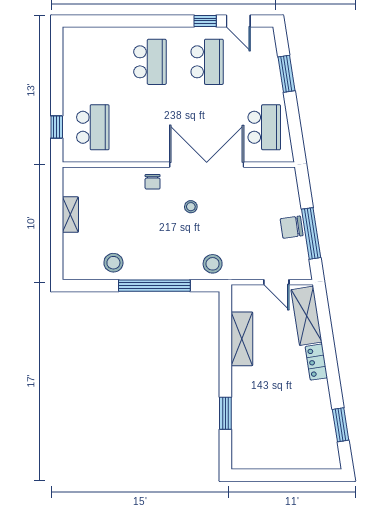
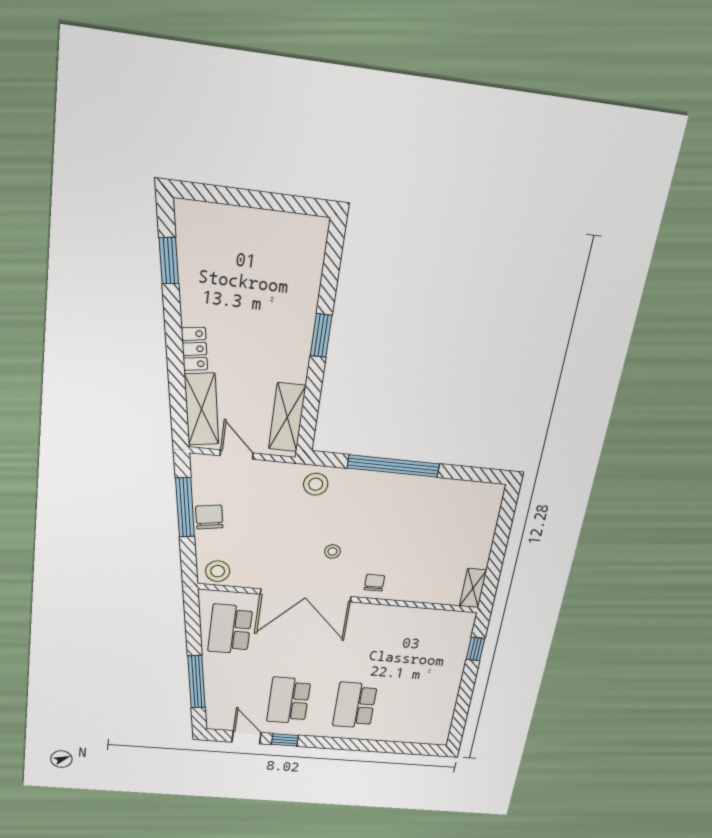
window: (286, 74) -> (197, 682), width x1.44
school desk: (93, 127) -> (434, 645), removed
shelving: (70, 215) -> (473, 588), moved
chair: (292, 227) -> (209, 517), turned -91
stool: (113, 263) -> (218, 571), moved
shelving: (242, 339) -> (287, 417), moved
window: (225, 413) -> (321, 336), moved

